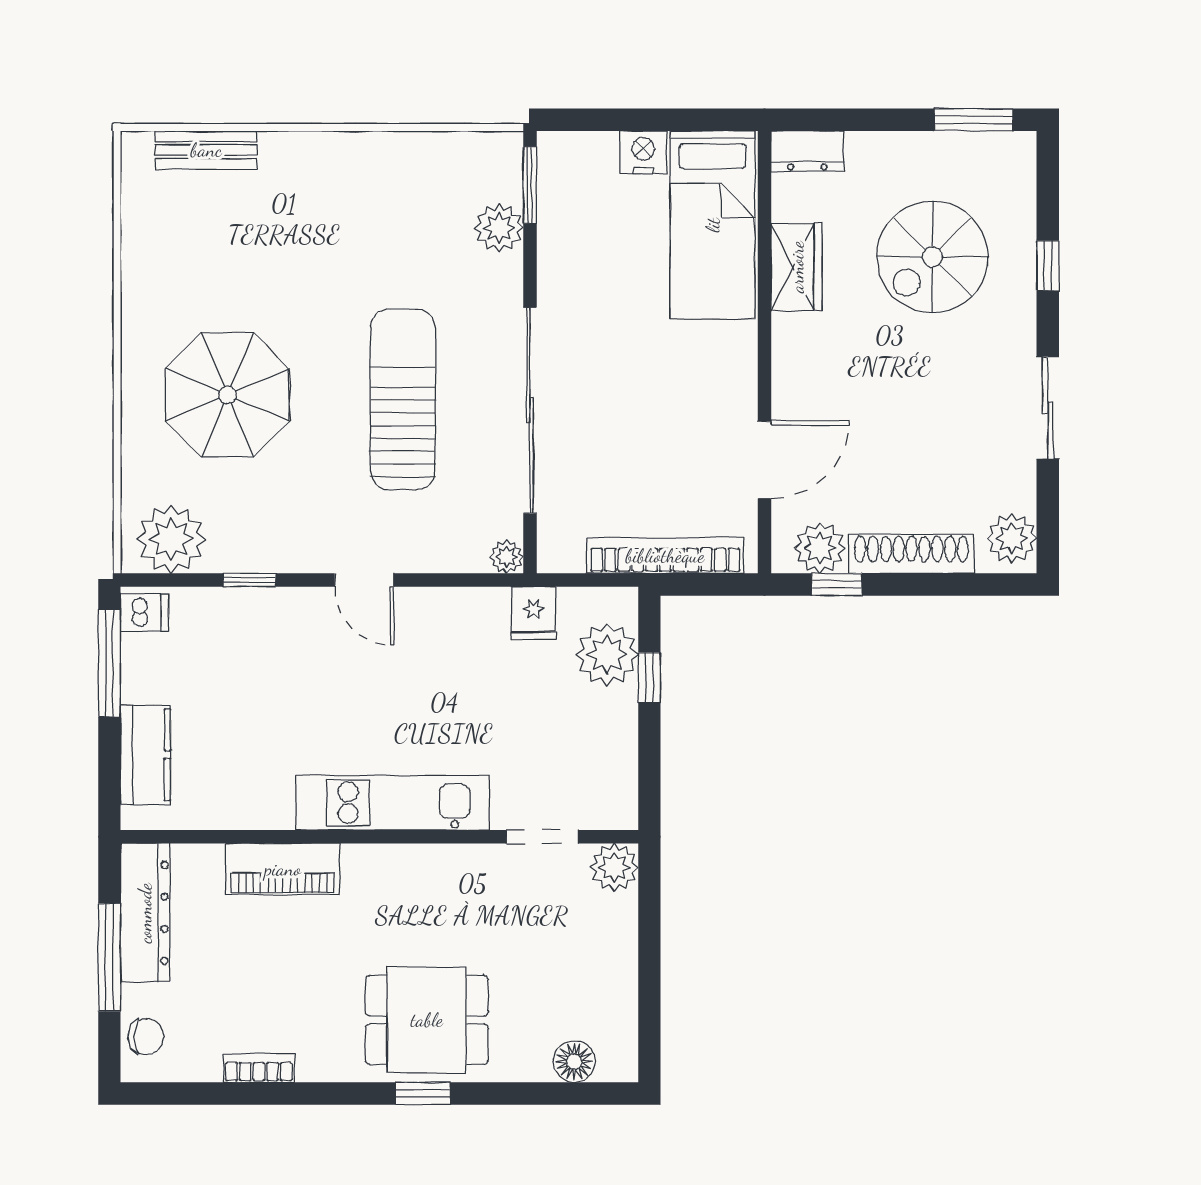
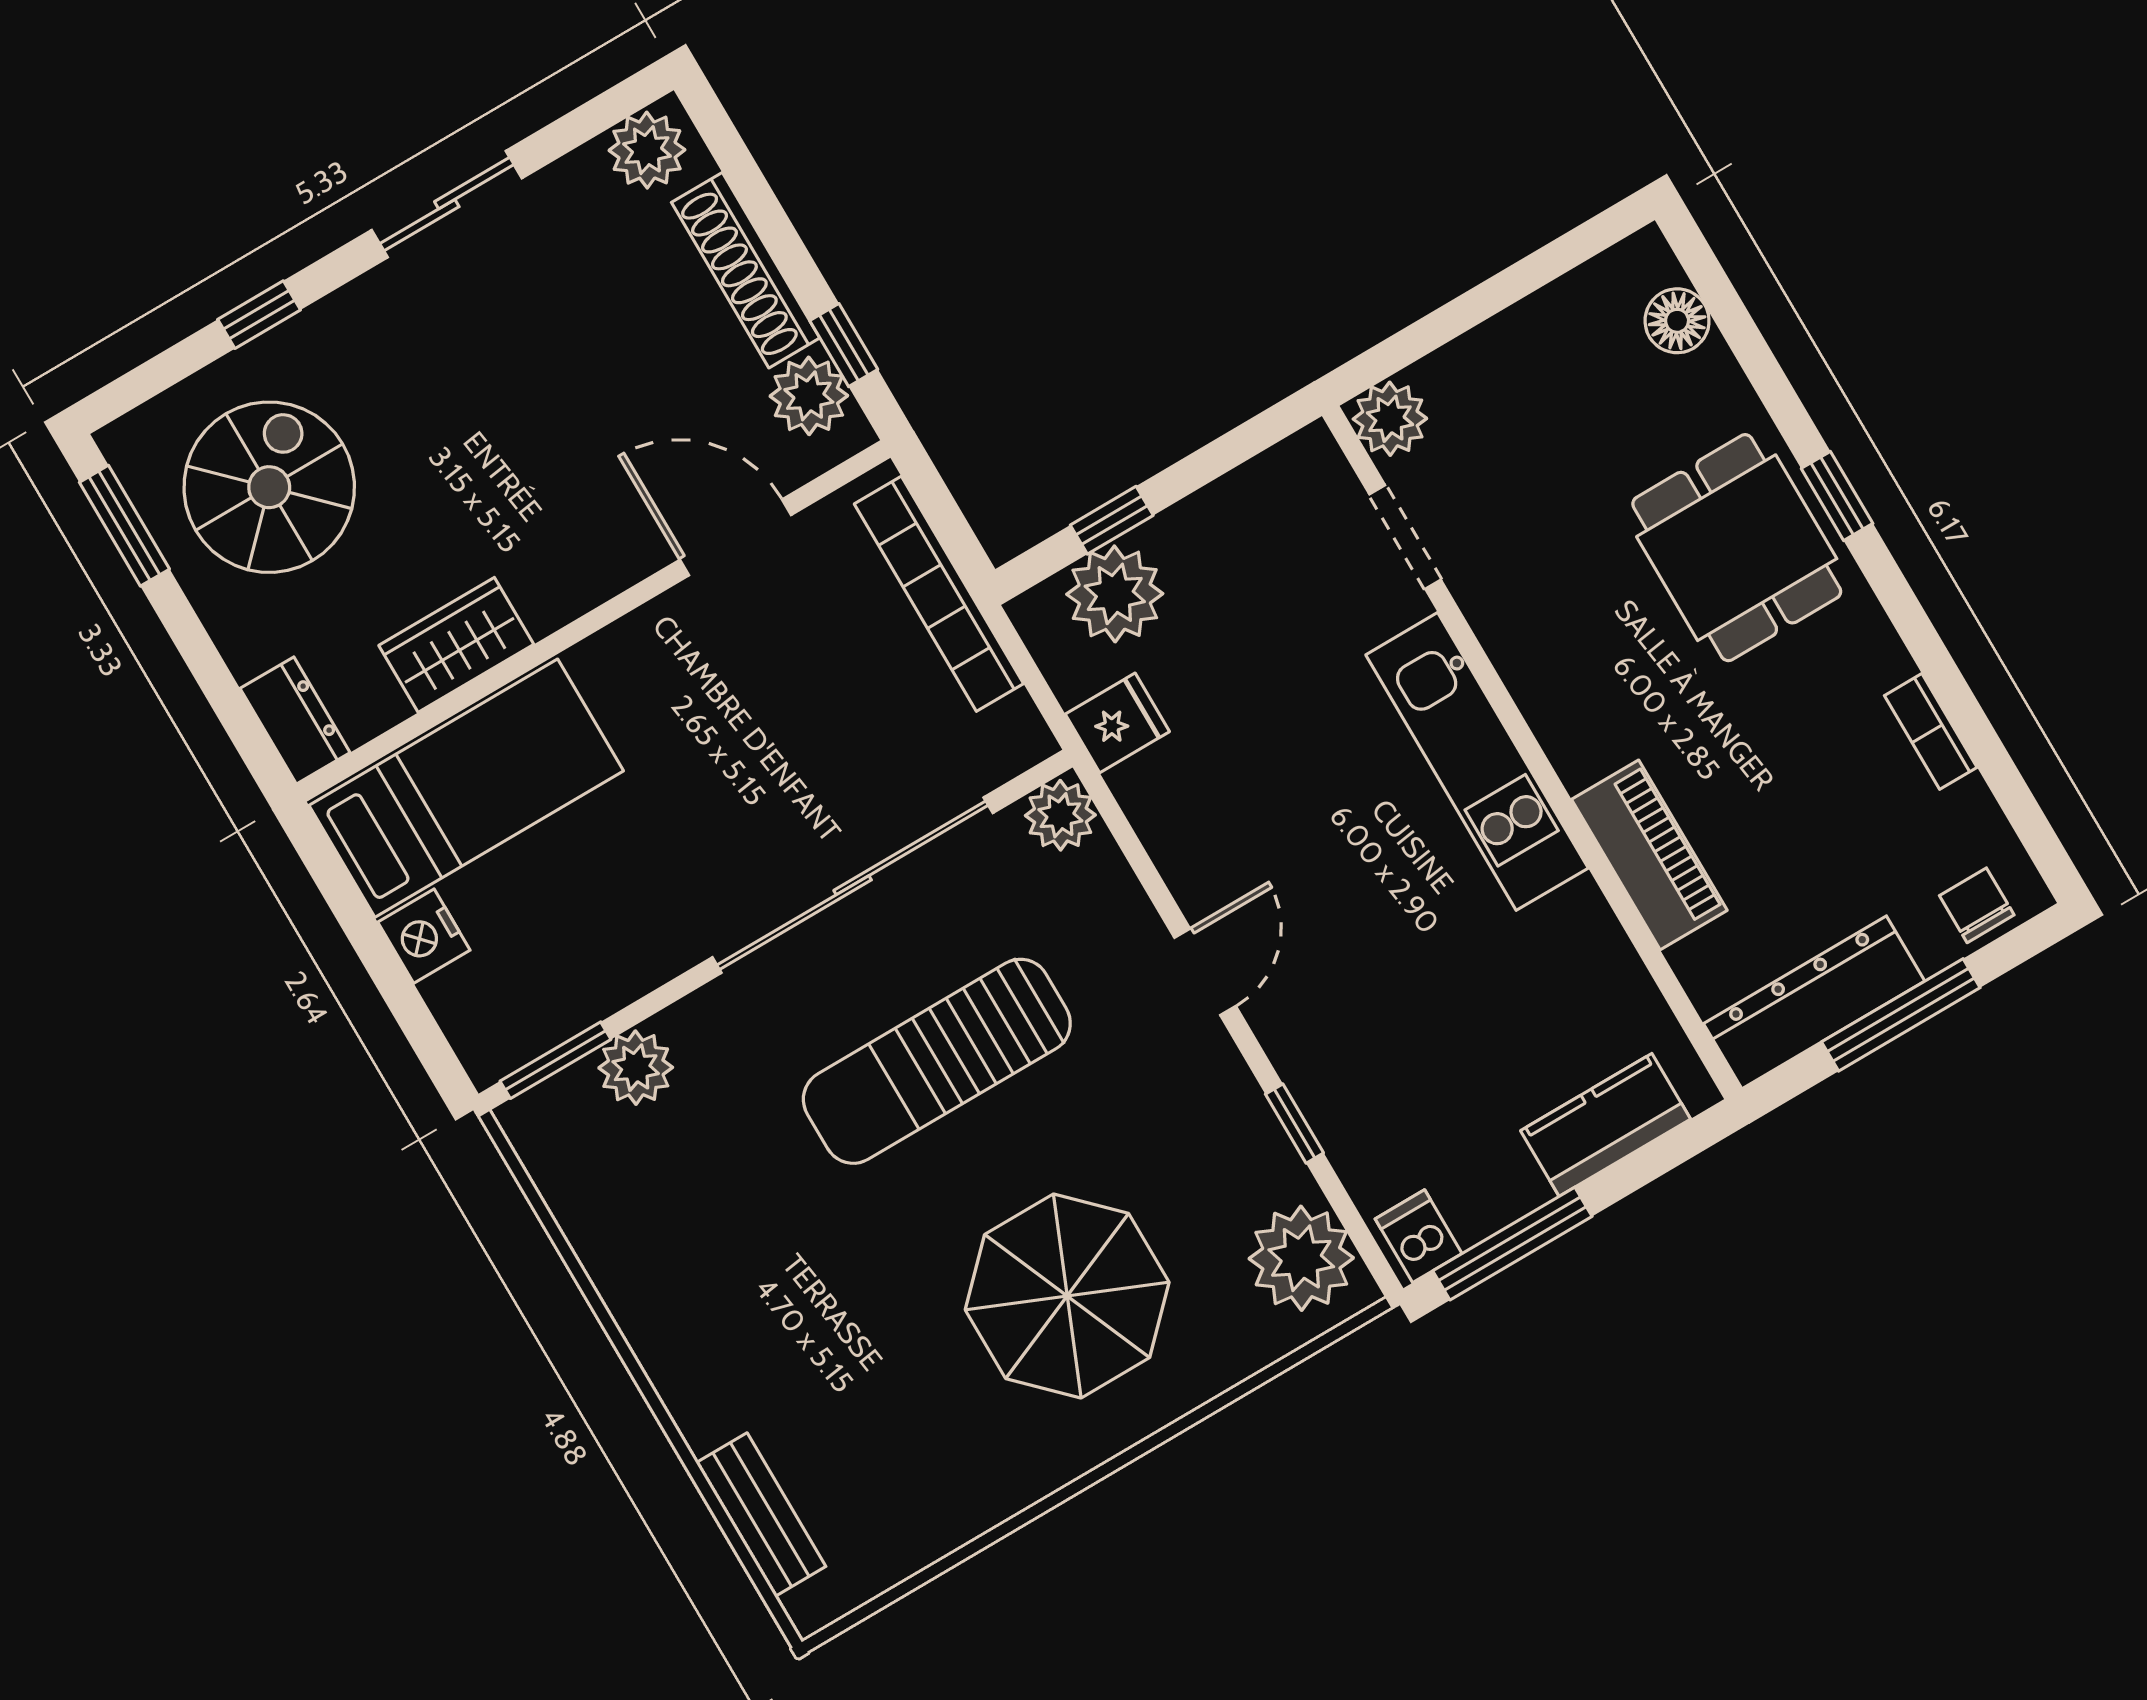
spiral stairs: (932, 257) -> (269, 487), moved, turned -90
plant: (507, 557) -> (1060, 815), width x1.38, depth x1.38

